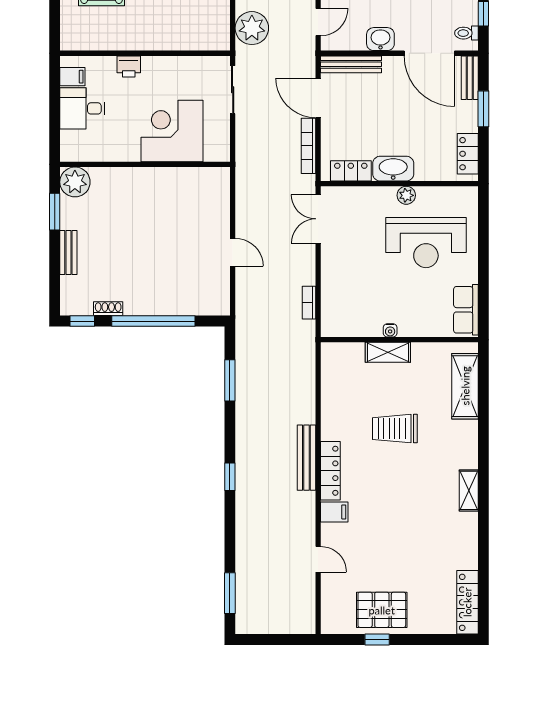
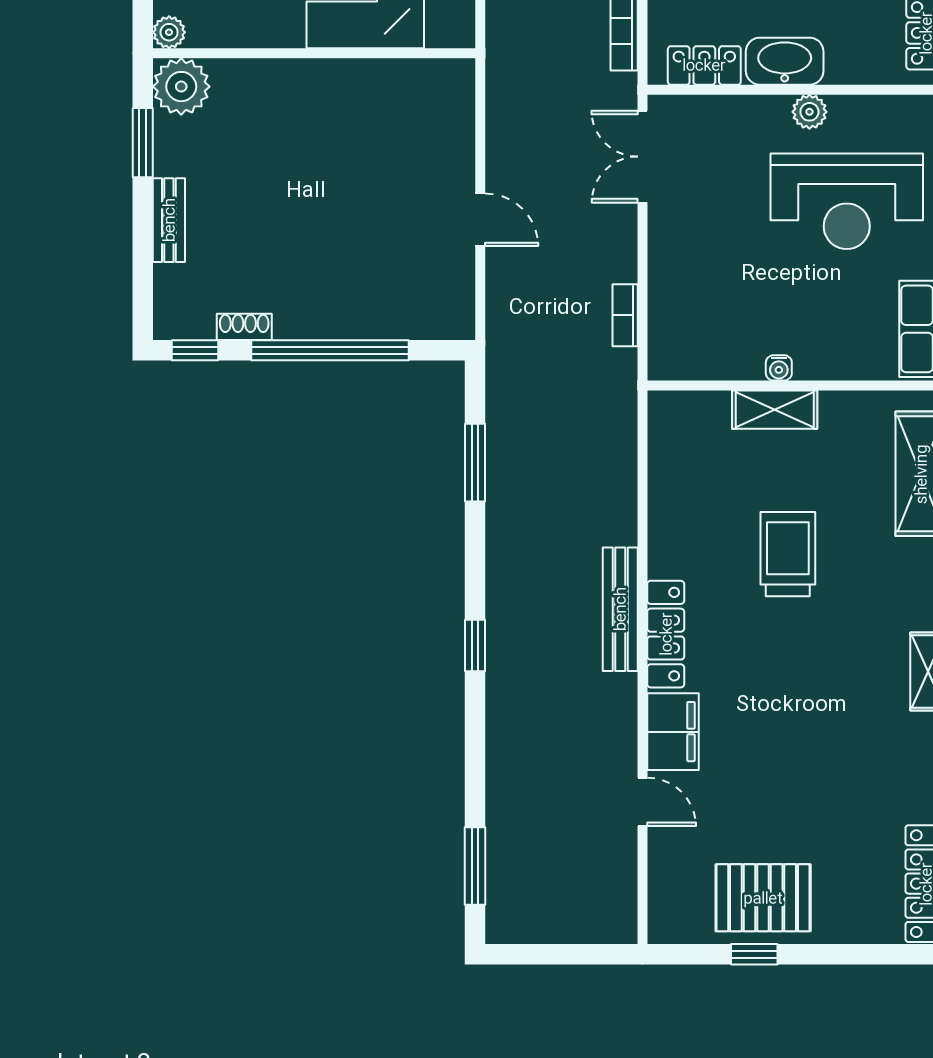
plant: (69, 153) -> (169, 32), added
trolley: (395, 429) -> (788, 554), turned 90
filing cabinet: (334, 512) -> (673, 732), width x2.00

